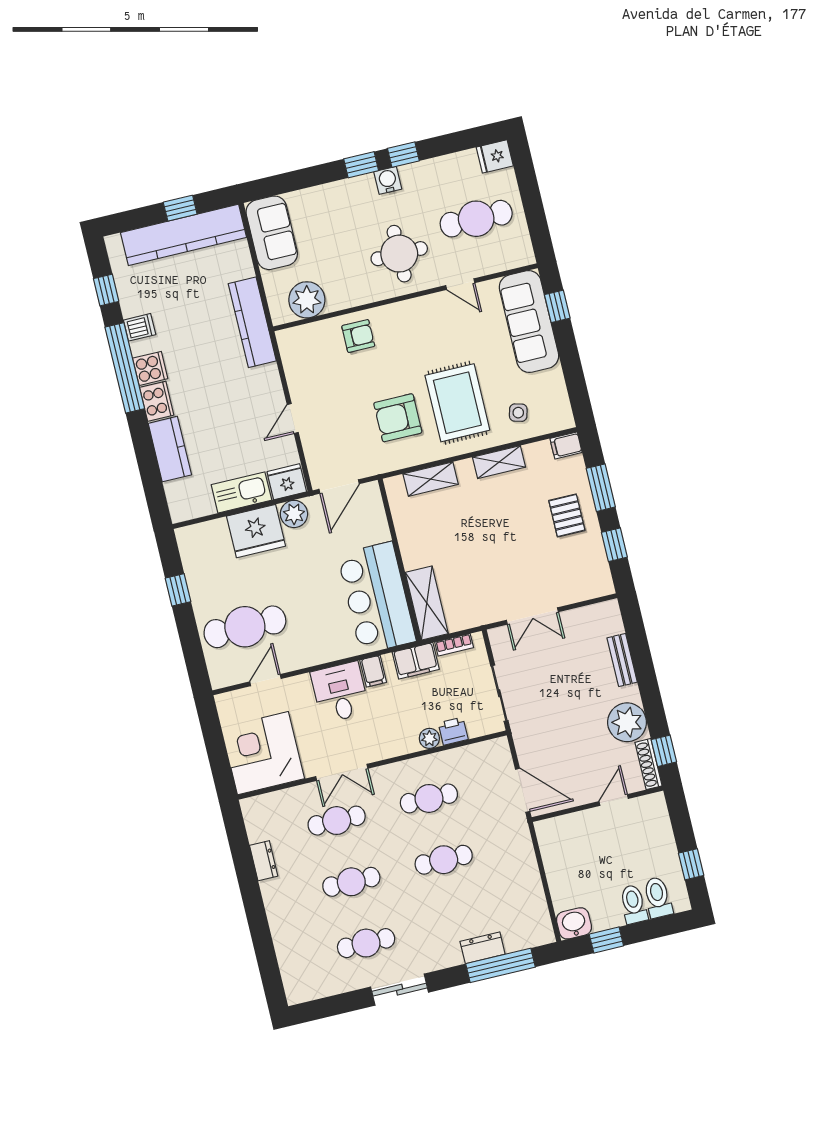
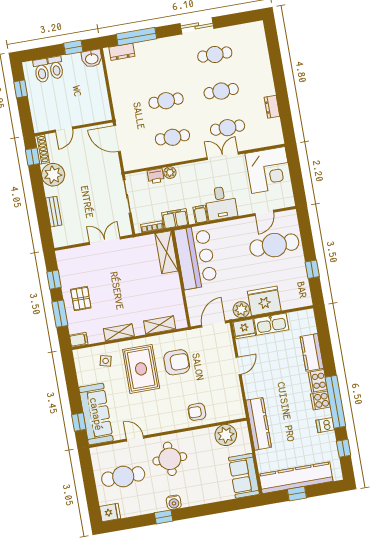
window: (361, 165) -> (189, 512), removed
dresser: (483, 948) -> (122, 52), moved

